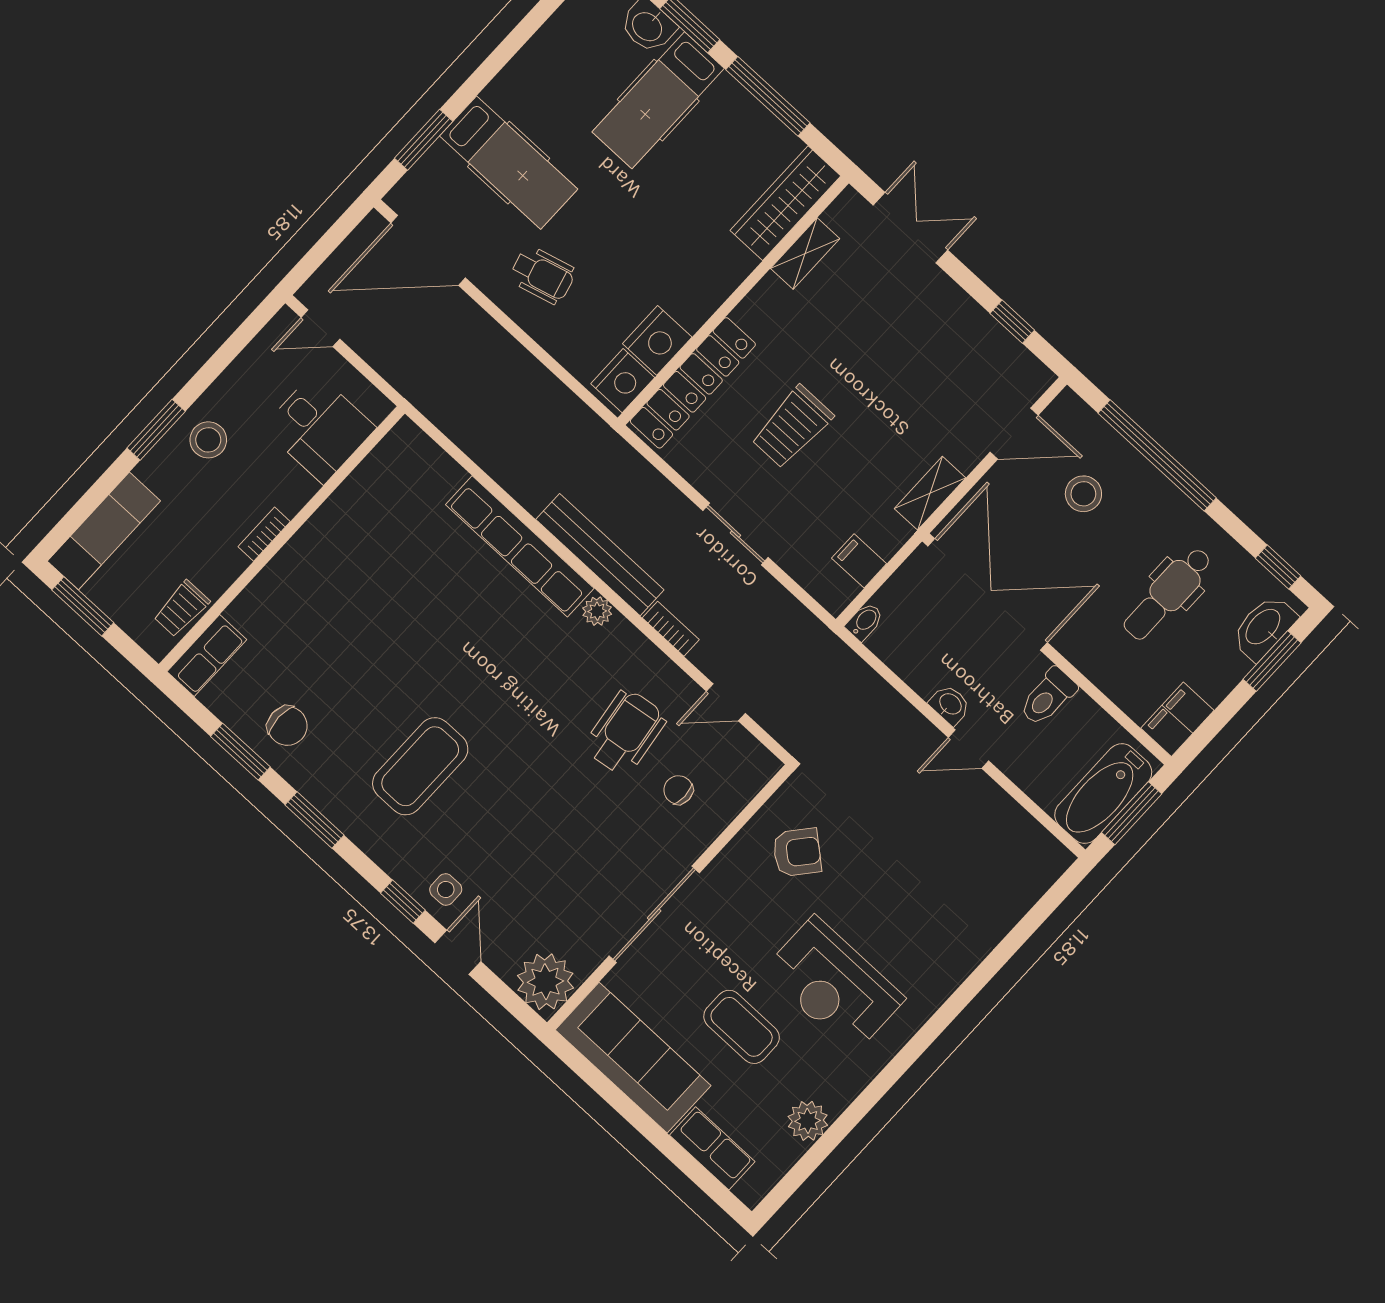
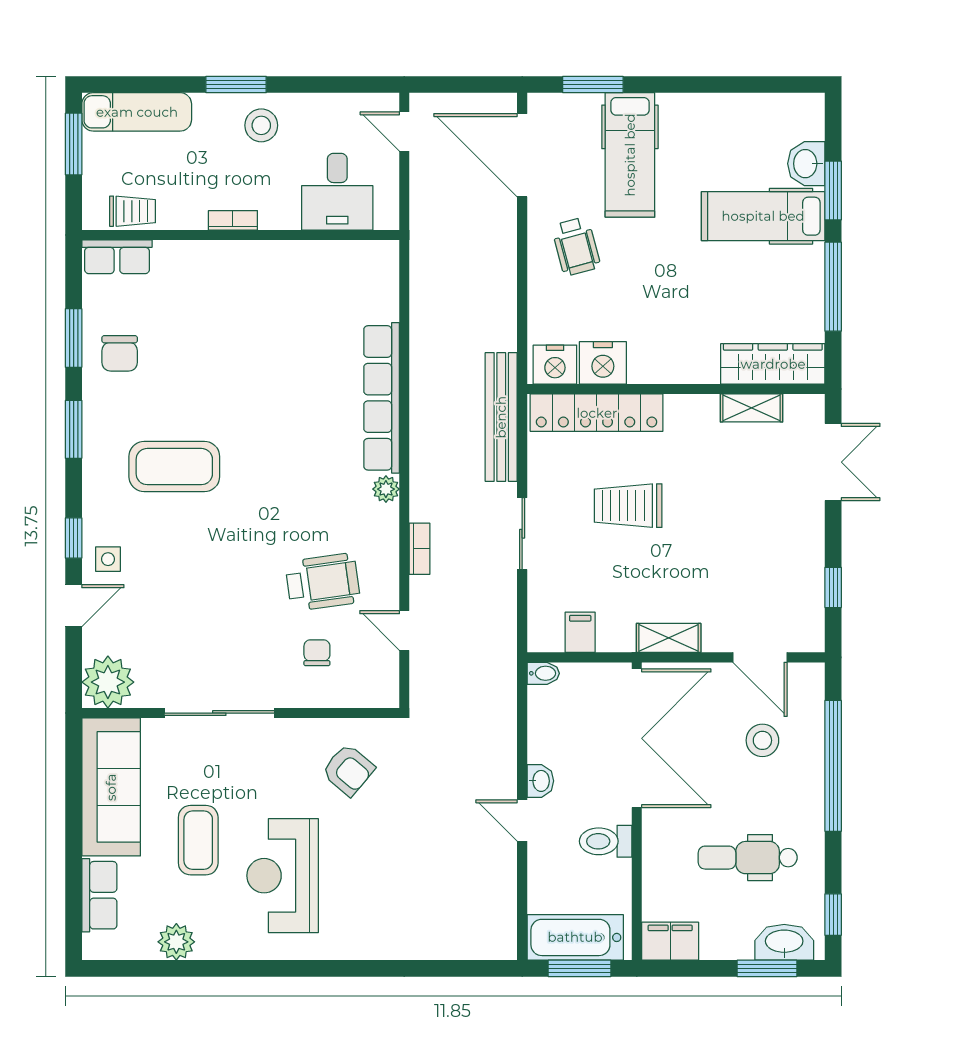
bench: (600, 555) -> (501, 417), moved
trolley: (182, 609) -> (133, 211), turned 180

